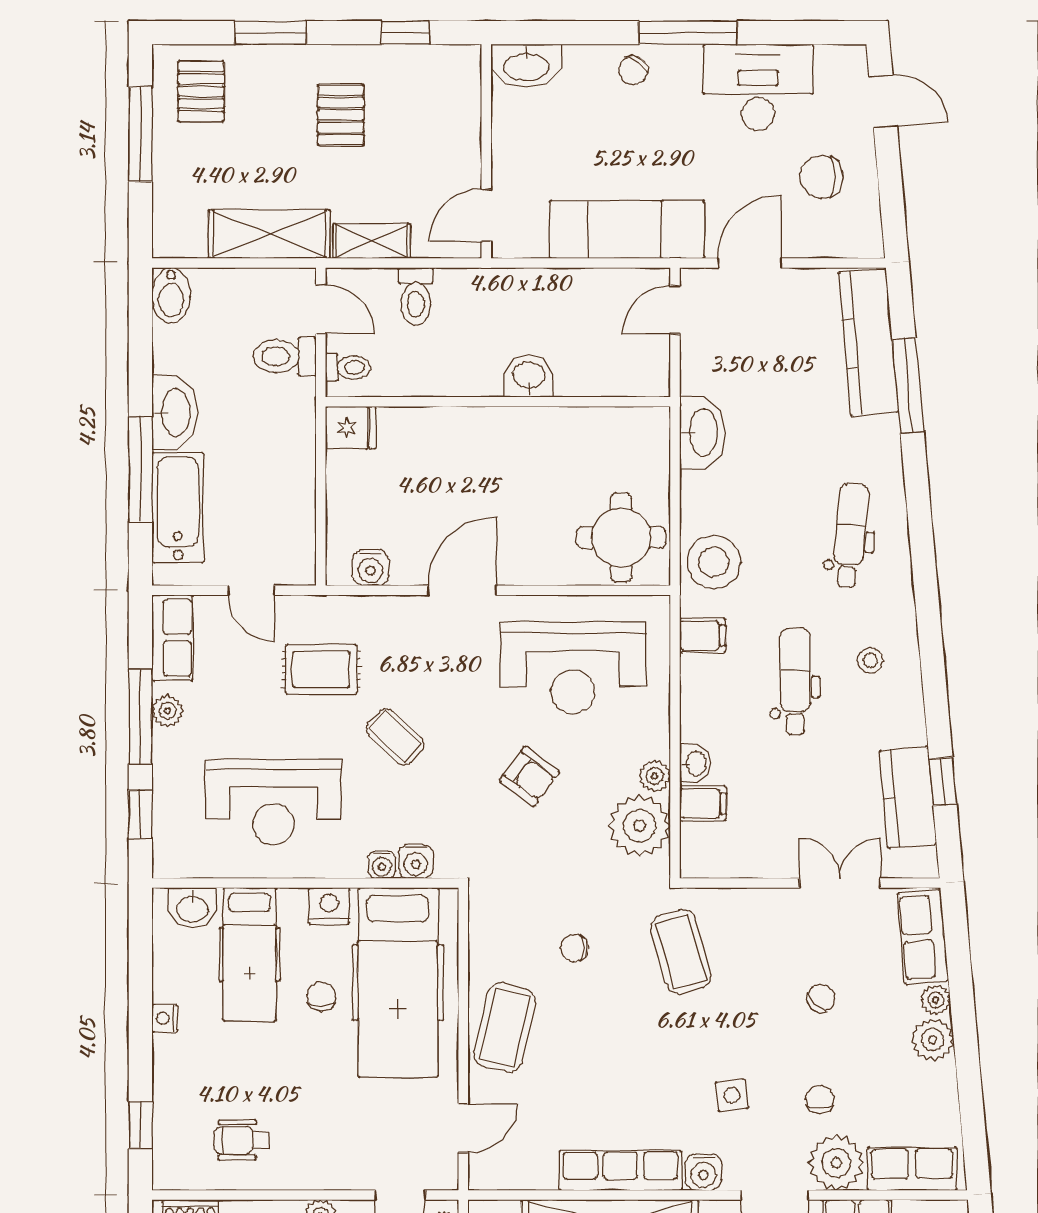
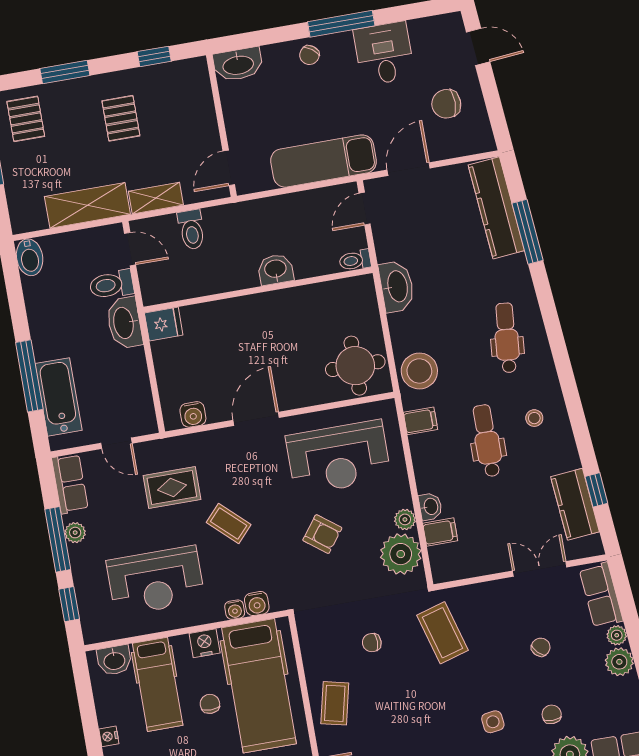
desk: (758, 87) -> (384, 54), width x0.73
toilet: (348, 367) -> (355, 260), moved, turned 180
washbasin: (175, 412) -> (124, 323), moved, turned 180
coffee table: (505, 1028) -> (335, 703), width x0.73, depth x0.77

